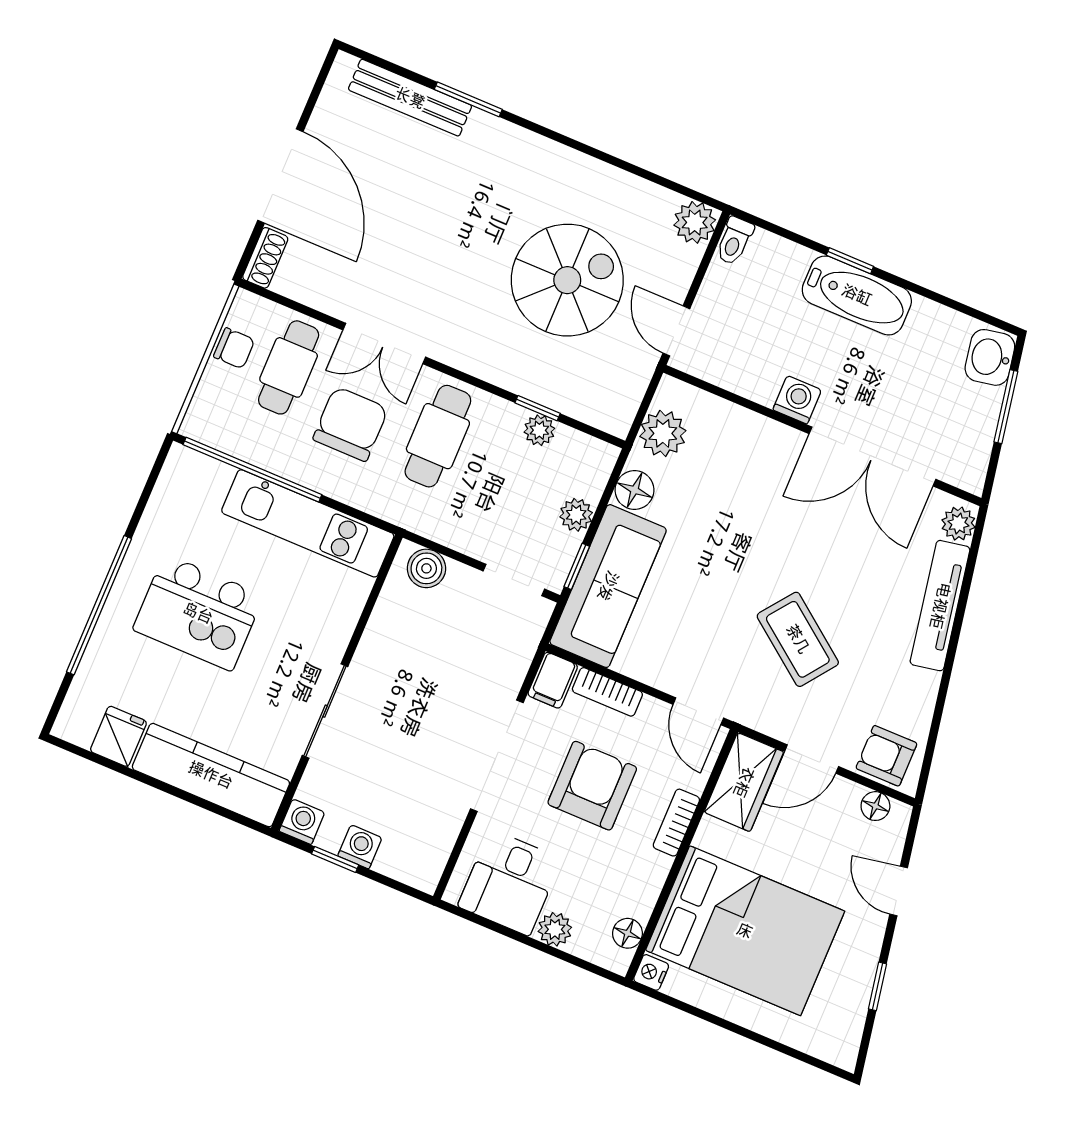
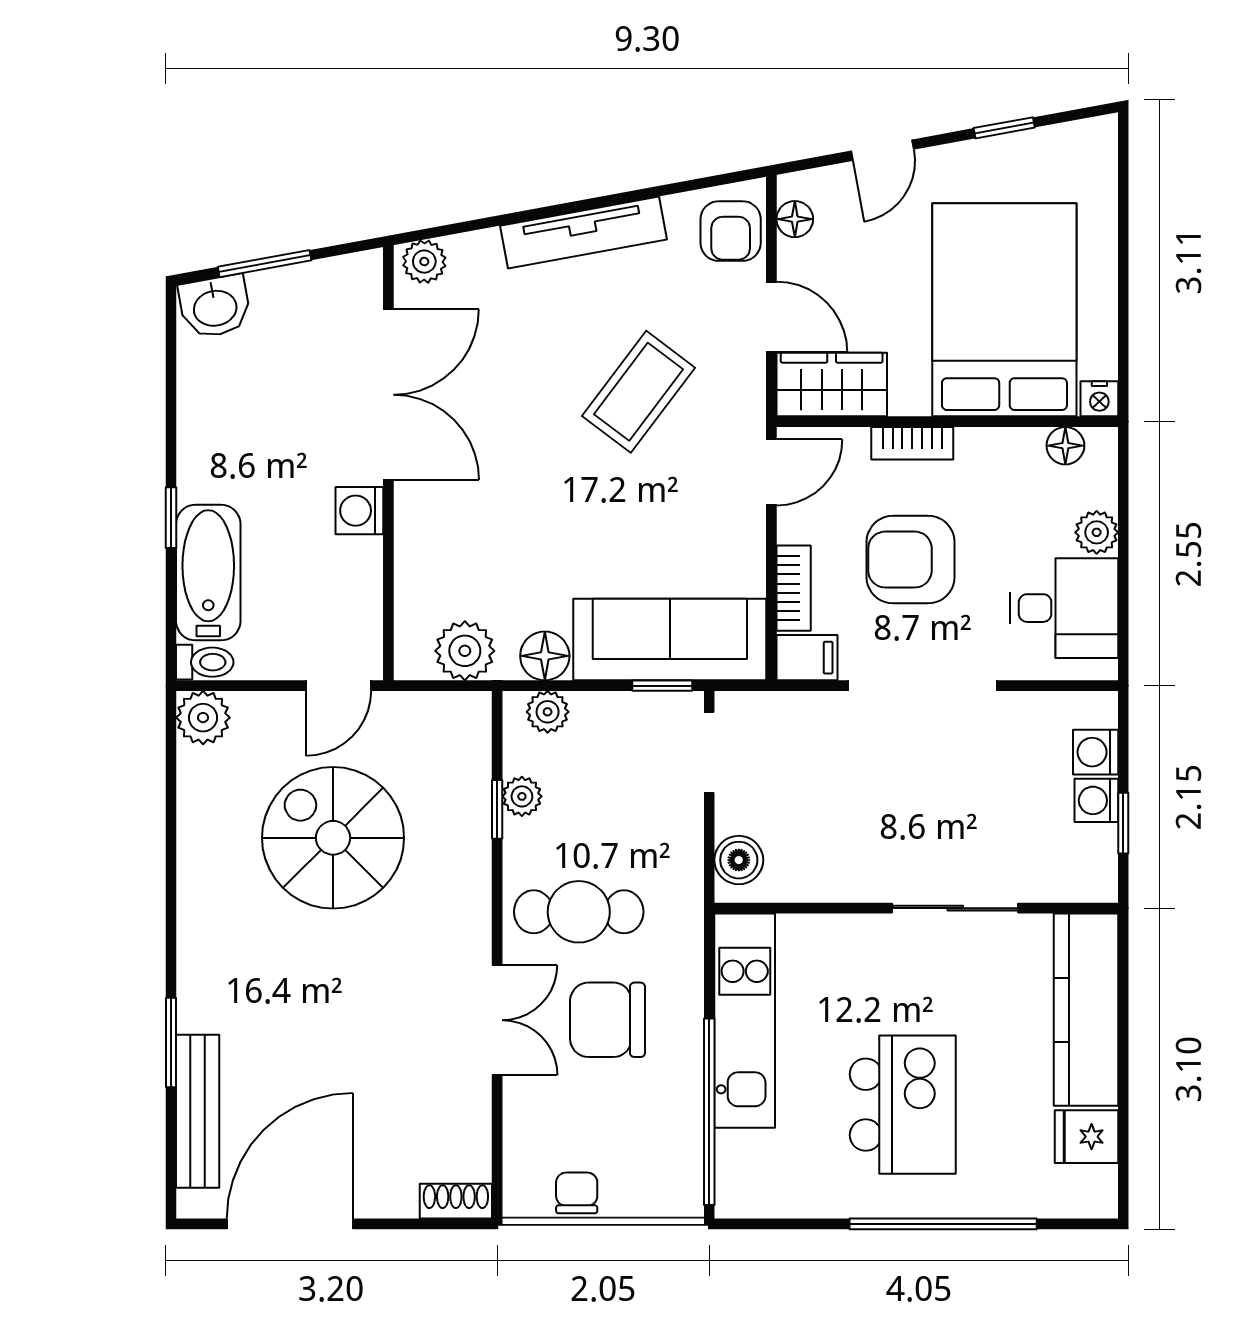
door: (280, 176) -> (290, 1224), moved
bathtub: (857, 295) -> (208, 573), moved
cafe table: (289, 367) -> (572, 1120), removed
plant: (576, 515) -> (548, 712), moved
tv unit: (940, 606) -> (583, 233), moved
washing machine: (302, 822) -> (1096, 752), moved

